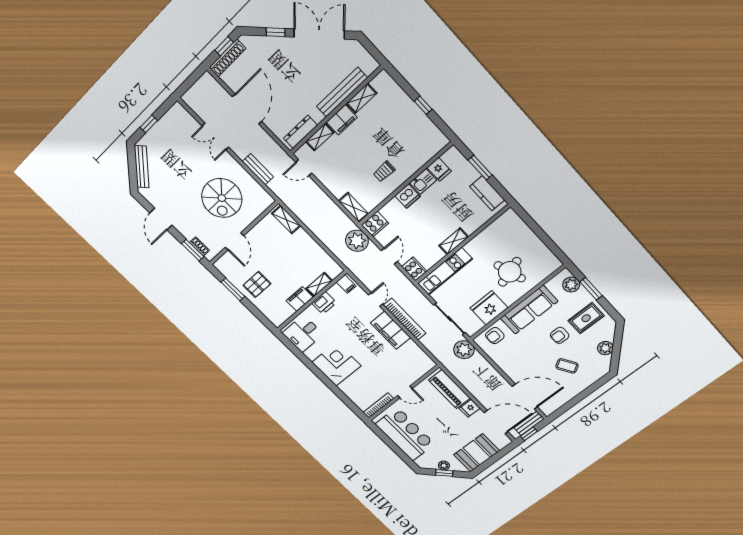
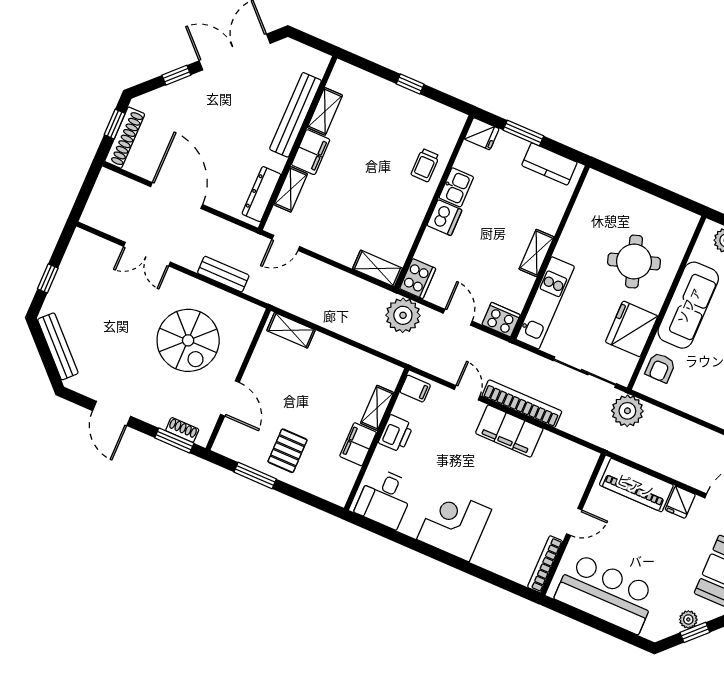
fridge: (439, 169) -> (482, 134), moved
trolley: (384, 171) -> (425, 165), moved

